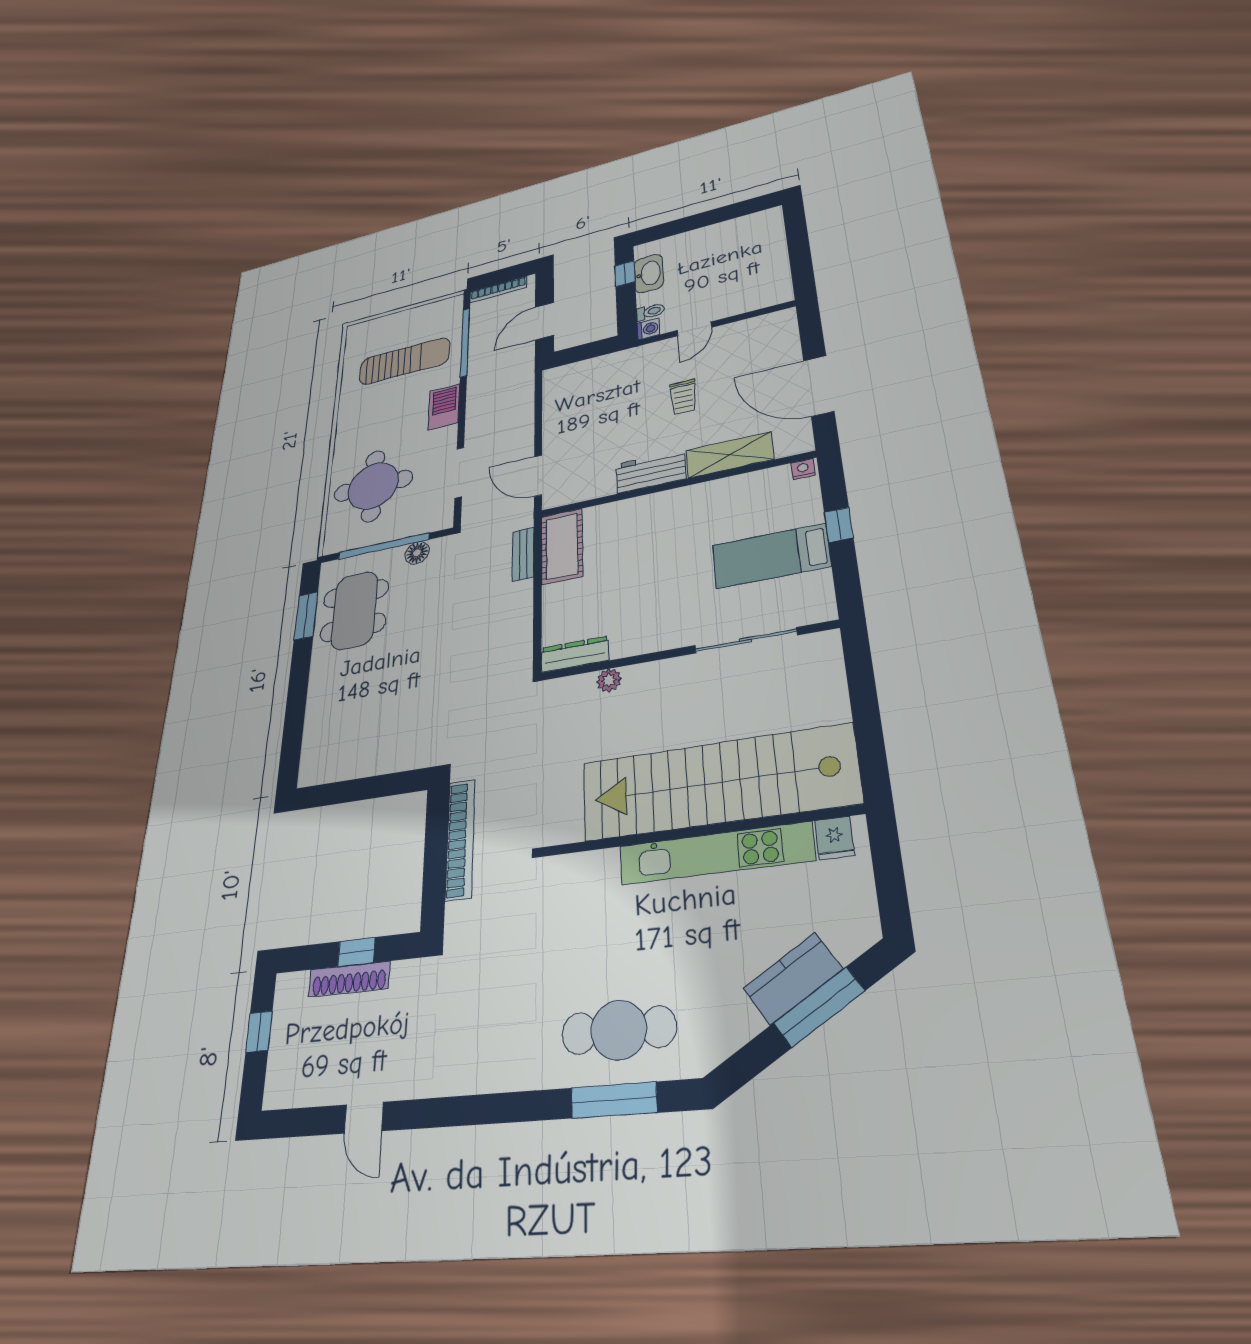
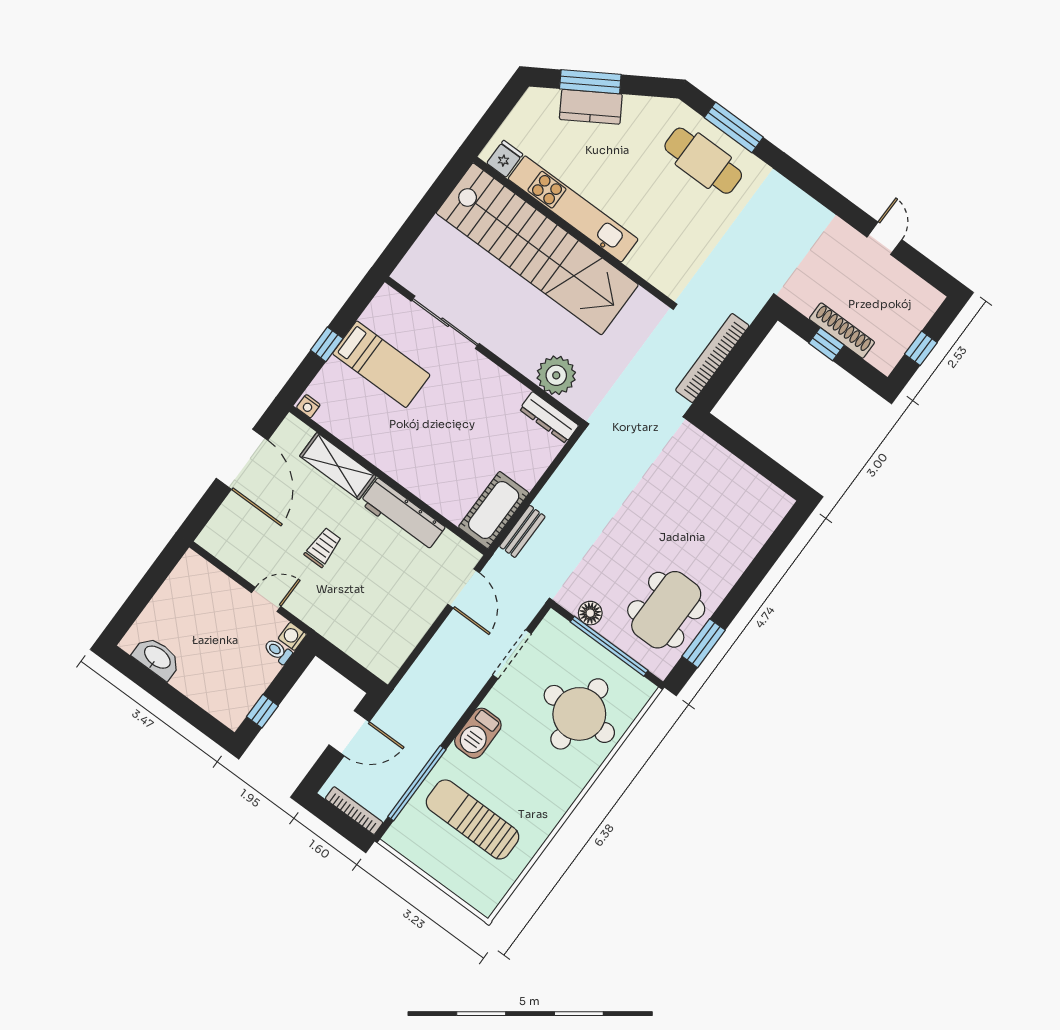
washbasin: (649, 273) -> (157, 658), moved, turned 90
workbench: (651, 471) -> (402, 515), width x1.38
plant: (609, 680) -> (556, 375), width x1.87, depth x1.87

